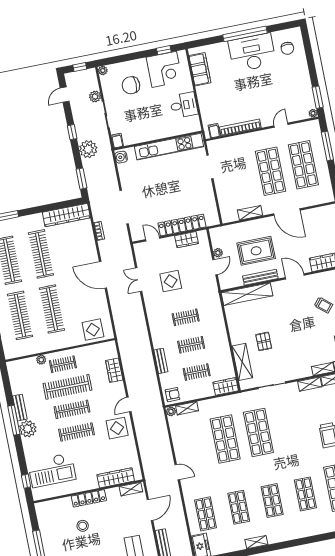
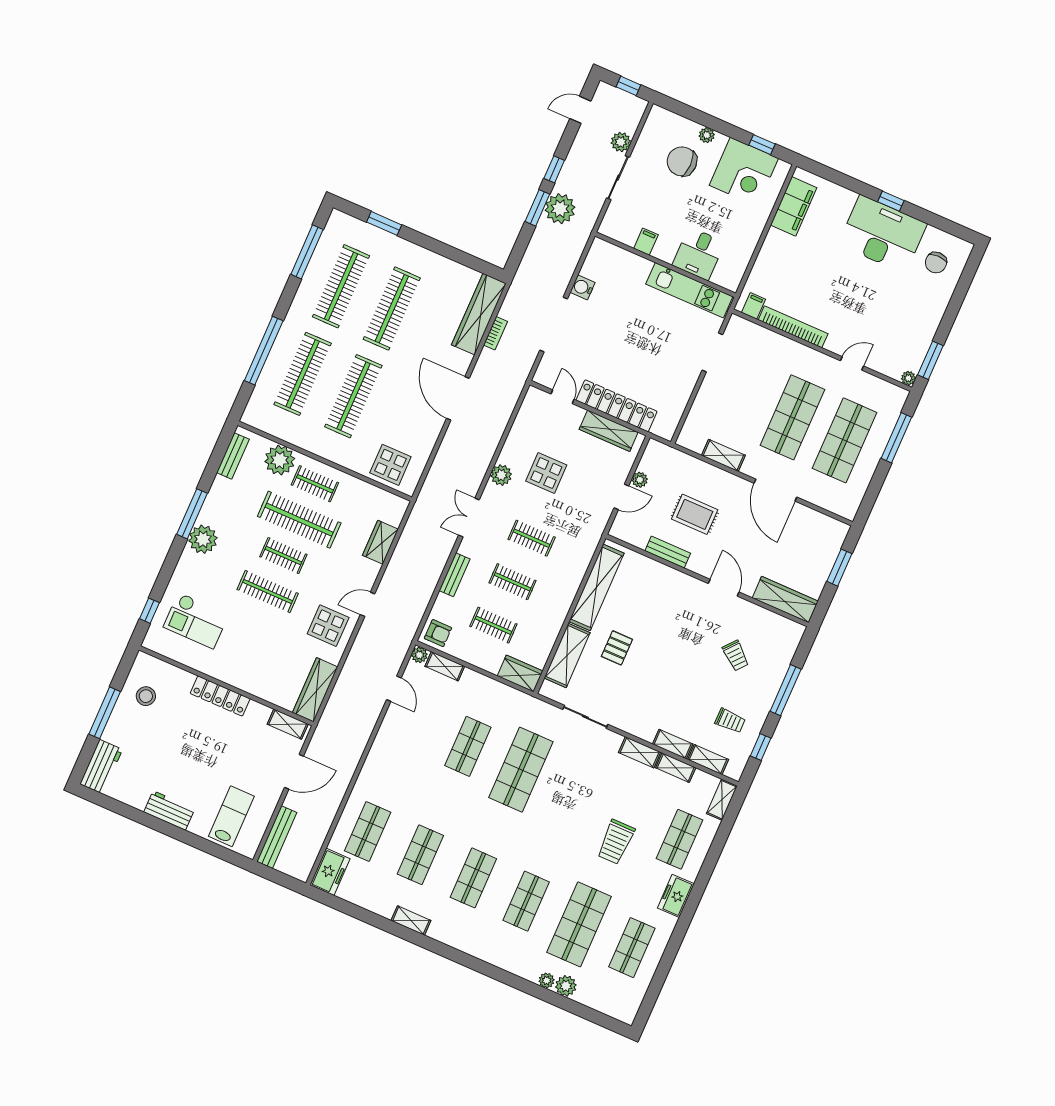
window: (245, 34) -> (891, 201), width x0.32
plant: (103, 71) -> (707, 135), moved
desk: (184, 105) -> (698, 254), moved, turned 90
filing cabinet: (117, 141) -> (646, 242), moved
kitchen unit: (169, 147) -> (689, 290), width x0.73
water cooler: (121, 157) -> (583, 287), moved
window: (81, 179) -> (537, 208), moved
wardrobe: (66, 215) -> (479, 314), moved, turned 90
wardrobe: (186, 240) -> (609, 431), width x1.50
rug: (256, 251) -> (695, 514), width x0.73, depth x0.70
bench: (260, 277) -> (668, 552), width x0.73
double door: (139, 280) -> (469, 517), moved
shelving: (247, 294) -> (596, 587), moved, turned 90
plant: (150, 297) -> (501, 475), added
plant: (41, 360) -> (280, 460), width x1.87, depth x1.87
bench: (20, 408) -> (233, 456), moved
clothes rail: (72, 409) -> (283, 556), width x0.73
shop shelf: (225, 439) -> (468, 746), width x0.70, depth x0.74
checkout: (52, 470) -> (196, 621), width x0.73, depth x0.83
door: (177, 472) -> (394, 689), moved
wardrobe: (116, 478) -> (315, 690), moved, turned -90
stool: (83, 526) -> (146, 696), moved

